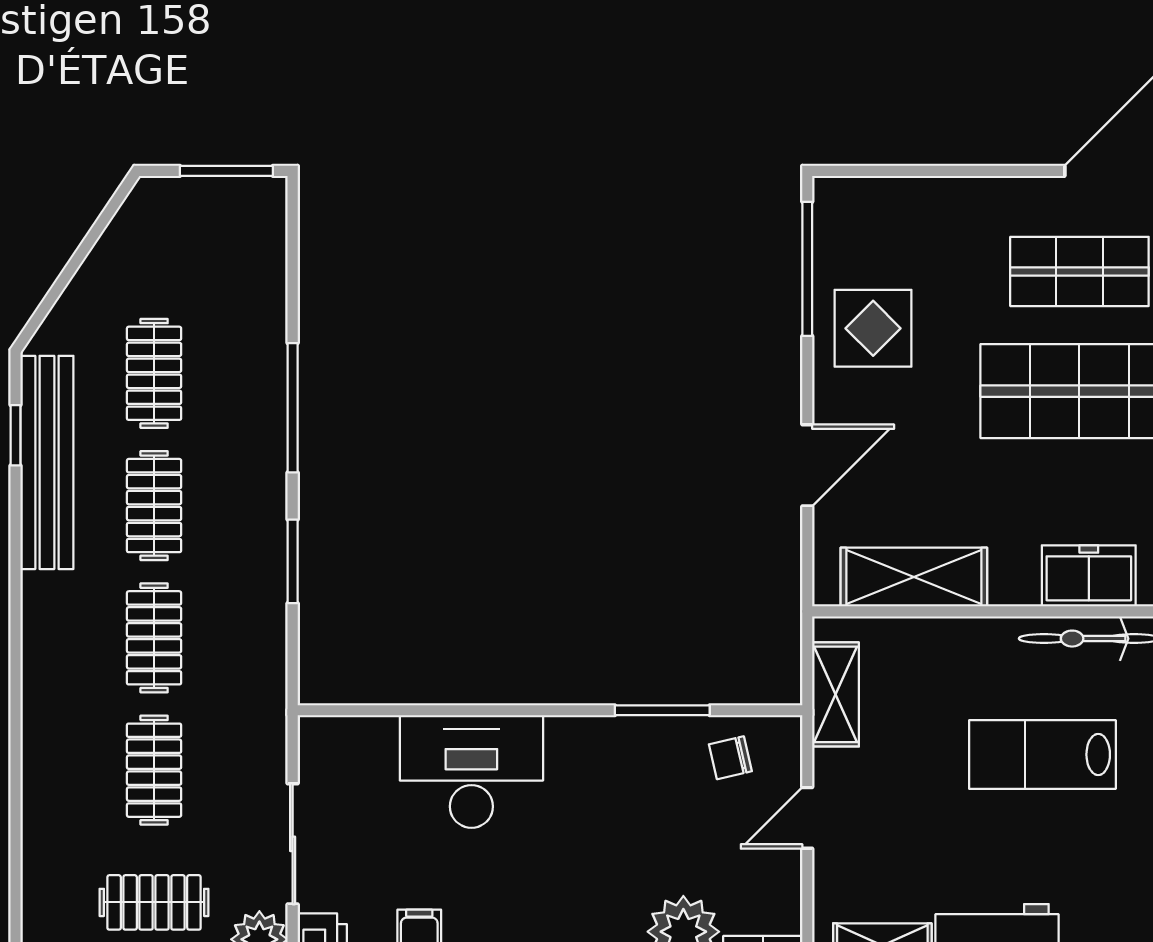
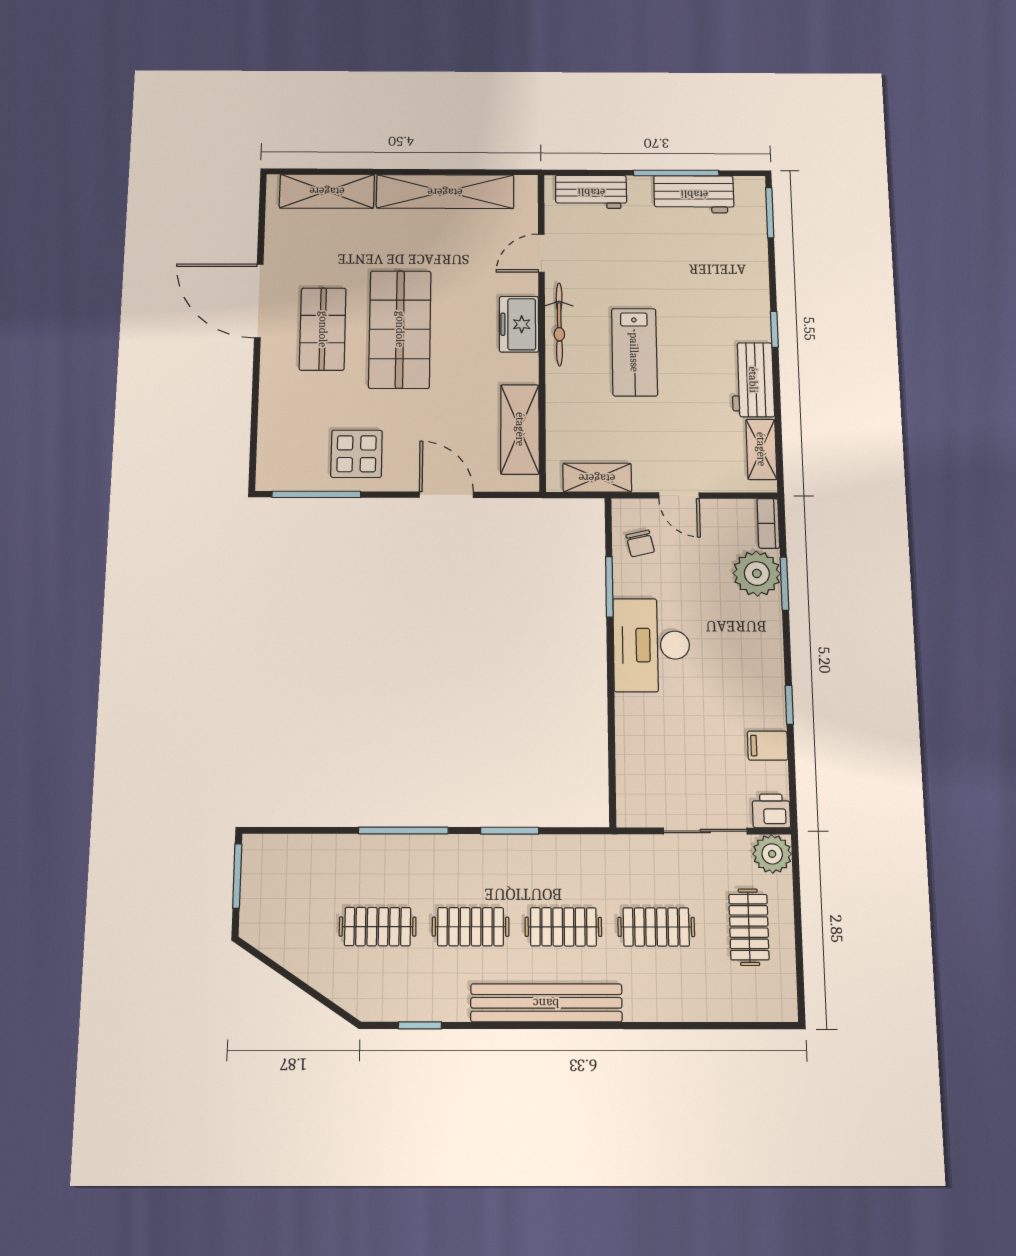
bench: (47, 462) -> (546, 1003), moved
desk: (471, 772) -> (651, 645), moved

